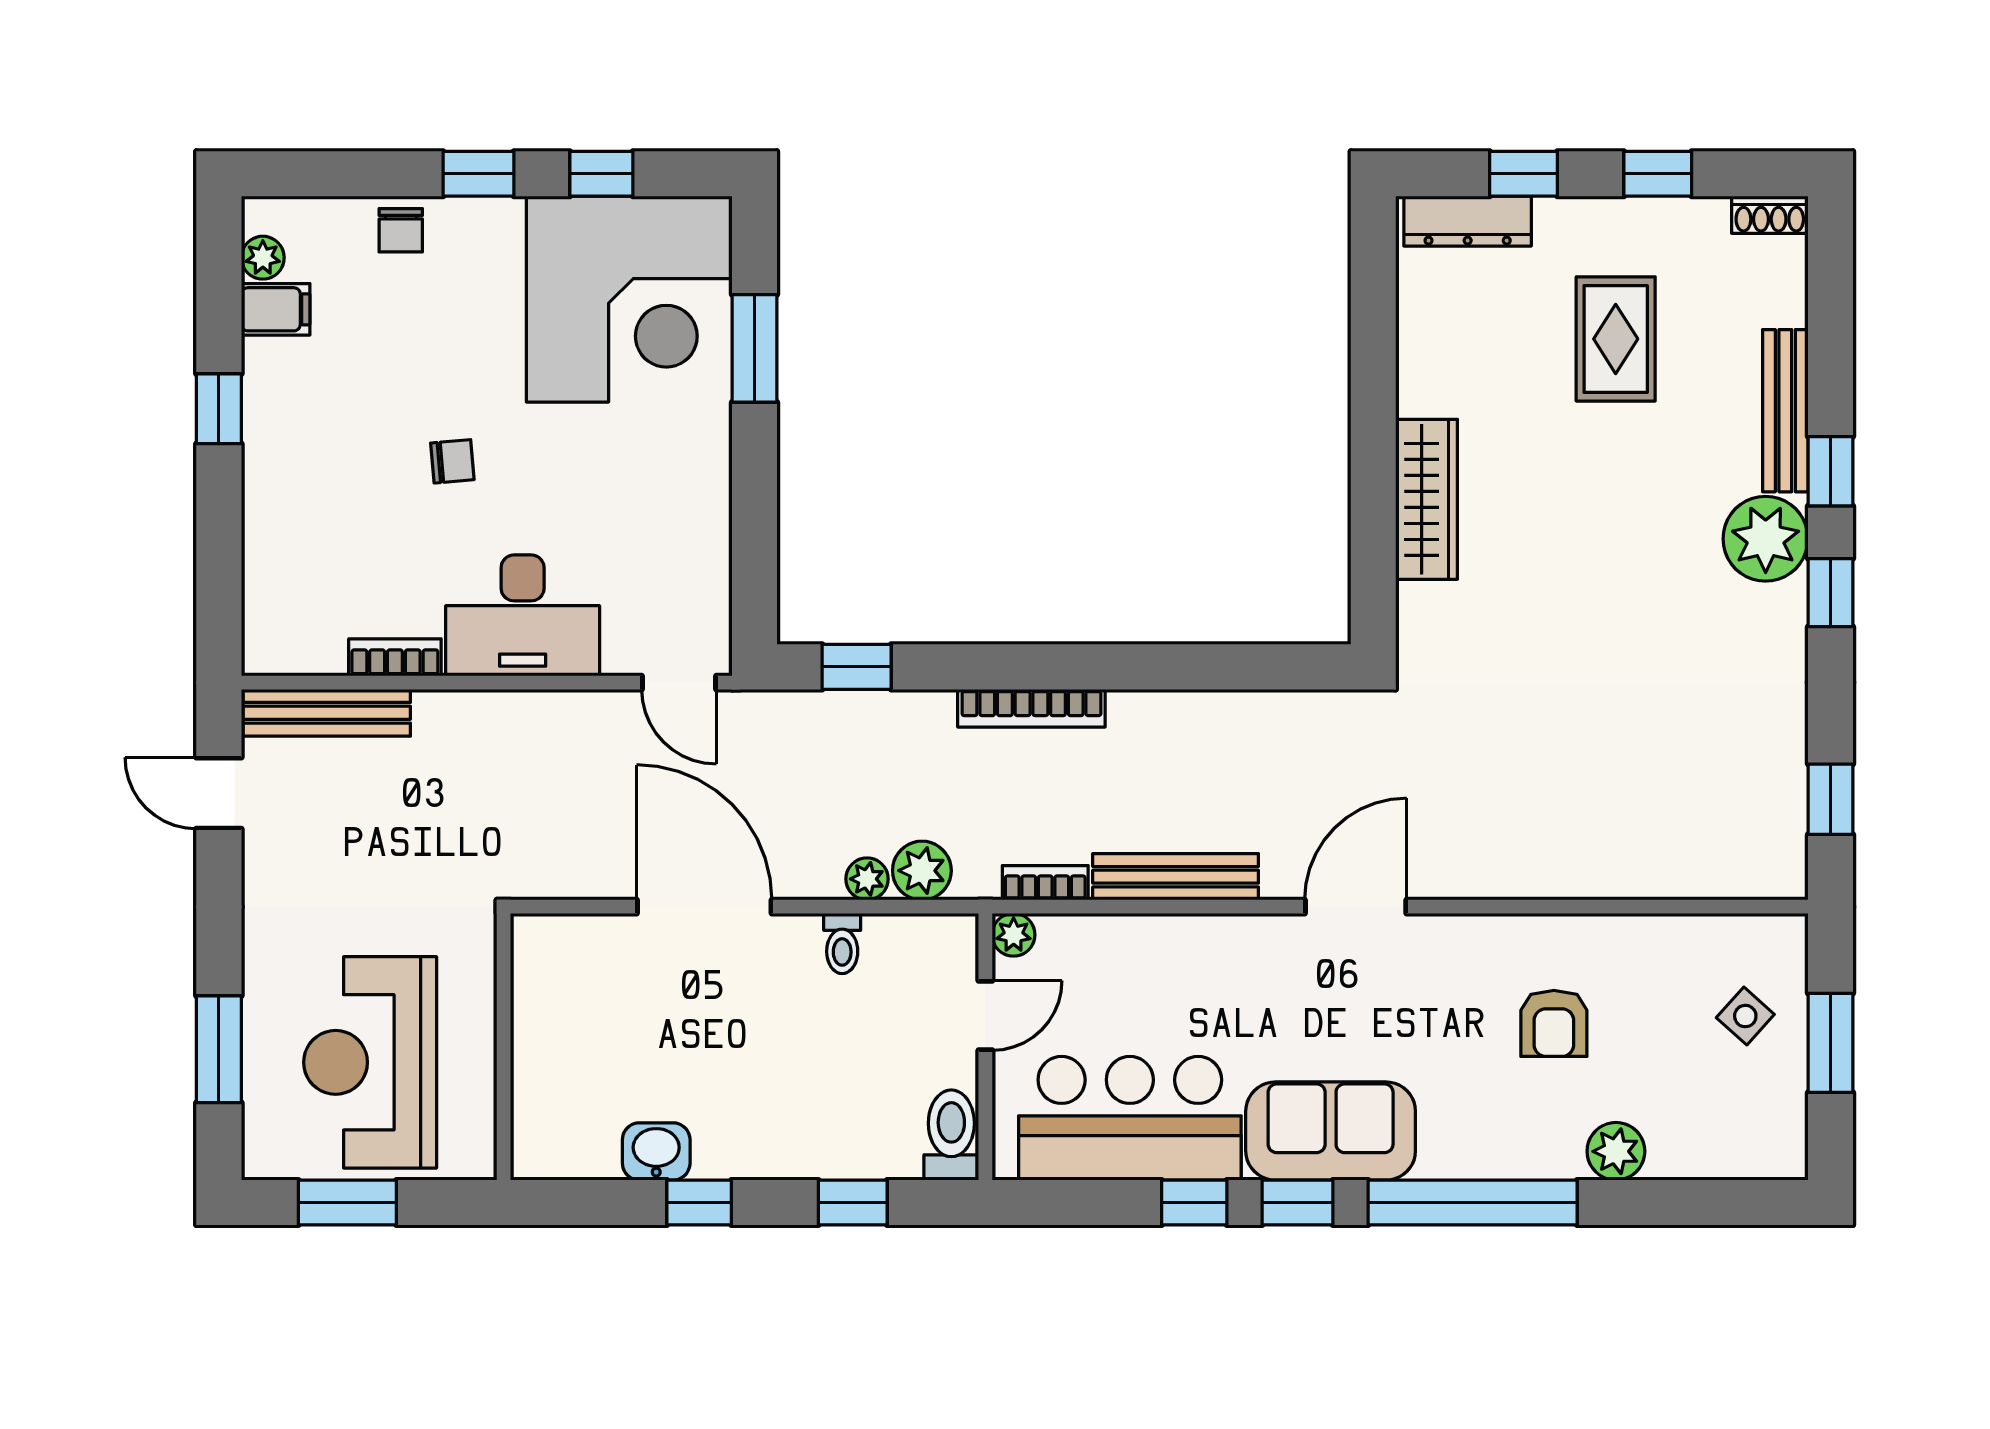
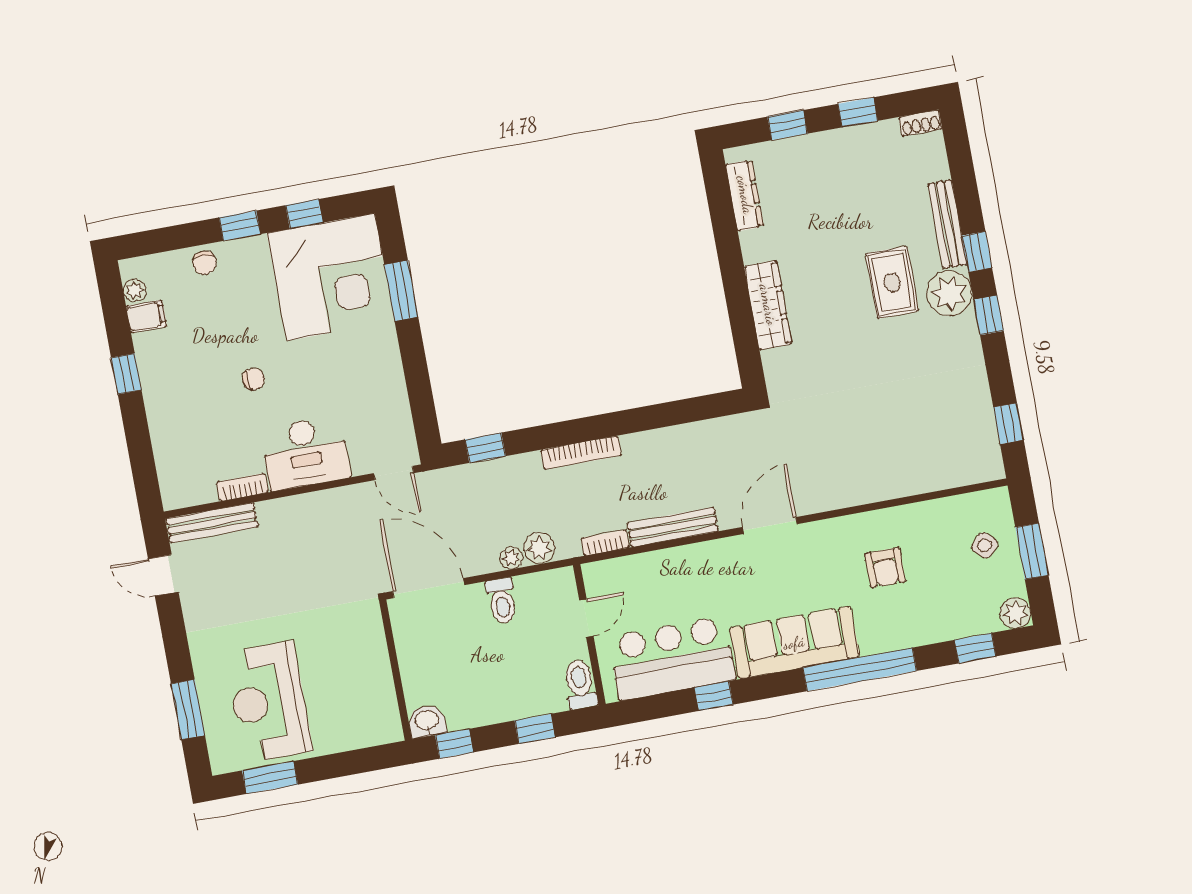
dresser: (1468, 221) -> (745, 195), moved, turned -90
rug: (1616, 339) -> (892, 282), moved
plant: (1014, 935) -> (593, 573), removed
toilet: (842, 944) -> (502, 601), width x1.37, depth x1.39
wall: (504, 1047) -> (396, 670), moved
sofa: (1331, 1131) -> (794, 643), width x1.36
plant: (1616, 1151) -> (1015, 613), moved
window: (1298, 1203) -> (975, 648), moved

